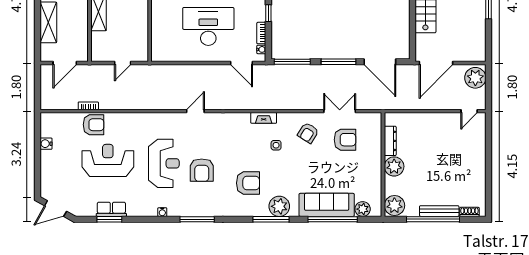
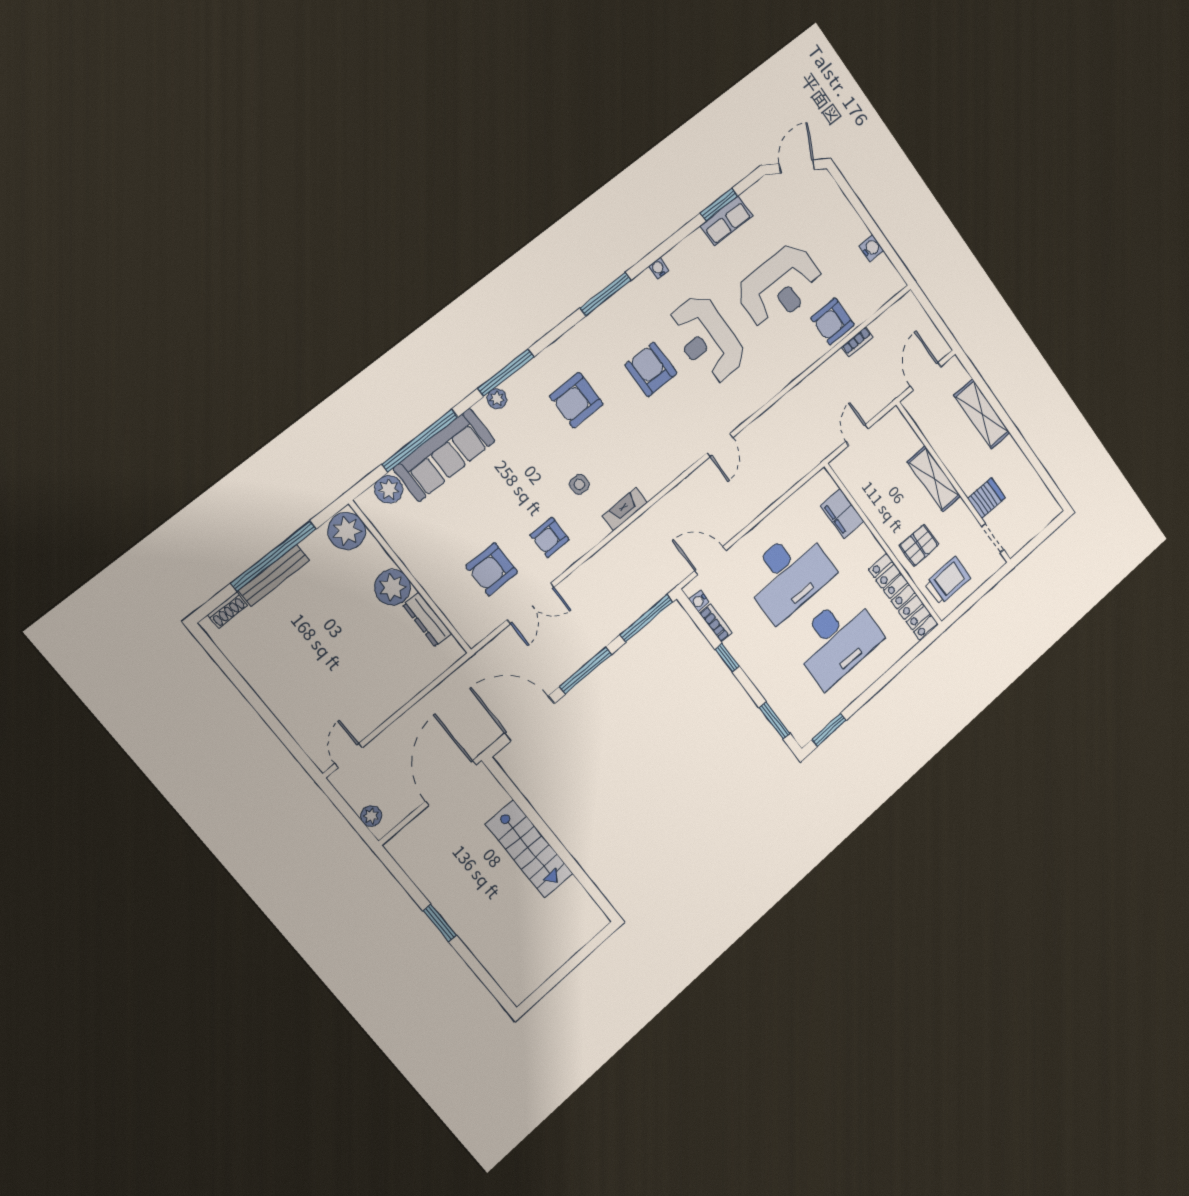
filing cabinet: (159, 33) -> (842, 513), added
plant: (475, 78) -> (371, 816), width x0.53, depth x0.53
armchair: (308, 133) -> (550, 537), turned -122
plant: (279, 206) -> (497, 399), width x0.53, depth x0.53

